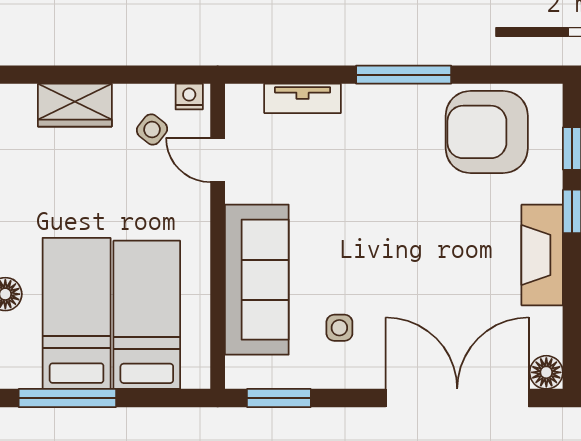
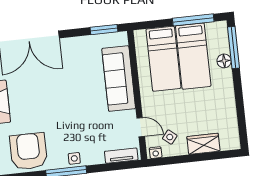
tv unit: (303, 98) -> (121, 156), moved
armchair: (487, 132) -> (28, 151), turned -90
side table: (339, 328) -> (74, 158), moved

